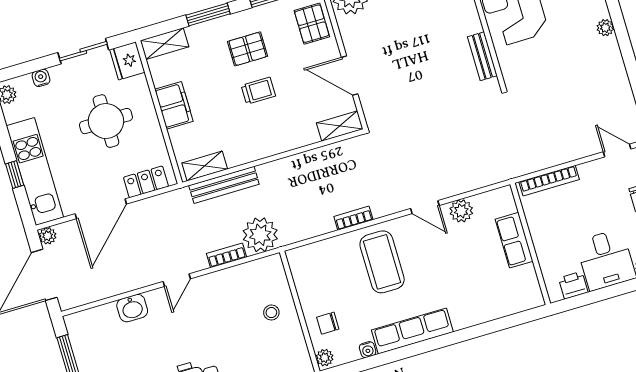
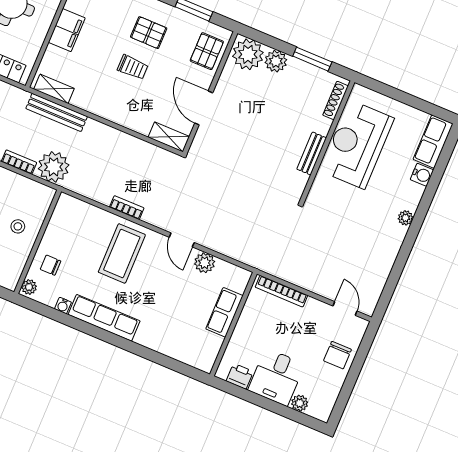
bench: (482, 56) -> (312, 154), moved

